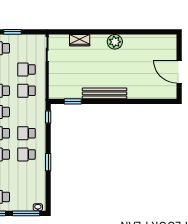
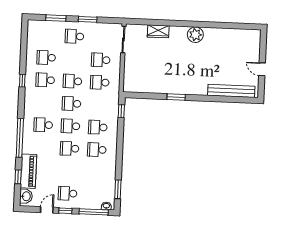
door: (179, 72) -> (262, 69), width x0.53
bench: (105, 93) -> (231, 91), moved
window: (73, 101) -> (176, 97), moved
window: (48, 162) -> (118, 189), moved

